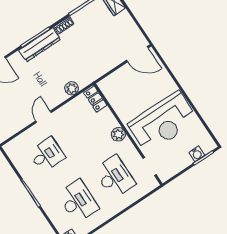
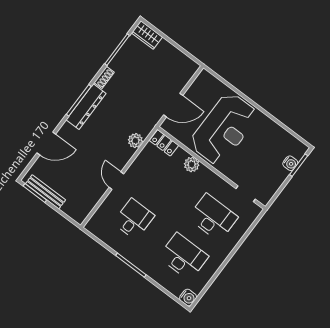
door: (137, 54) -> (173, 105), moved
reception desk: (163, 122) -> (224, 129), moved
plant: (118, 134) -> (192, 164), moved

